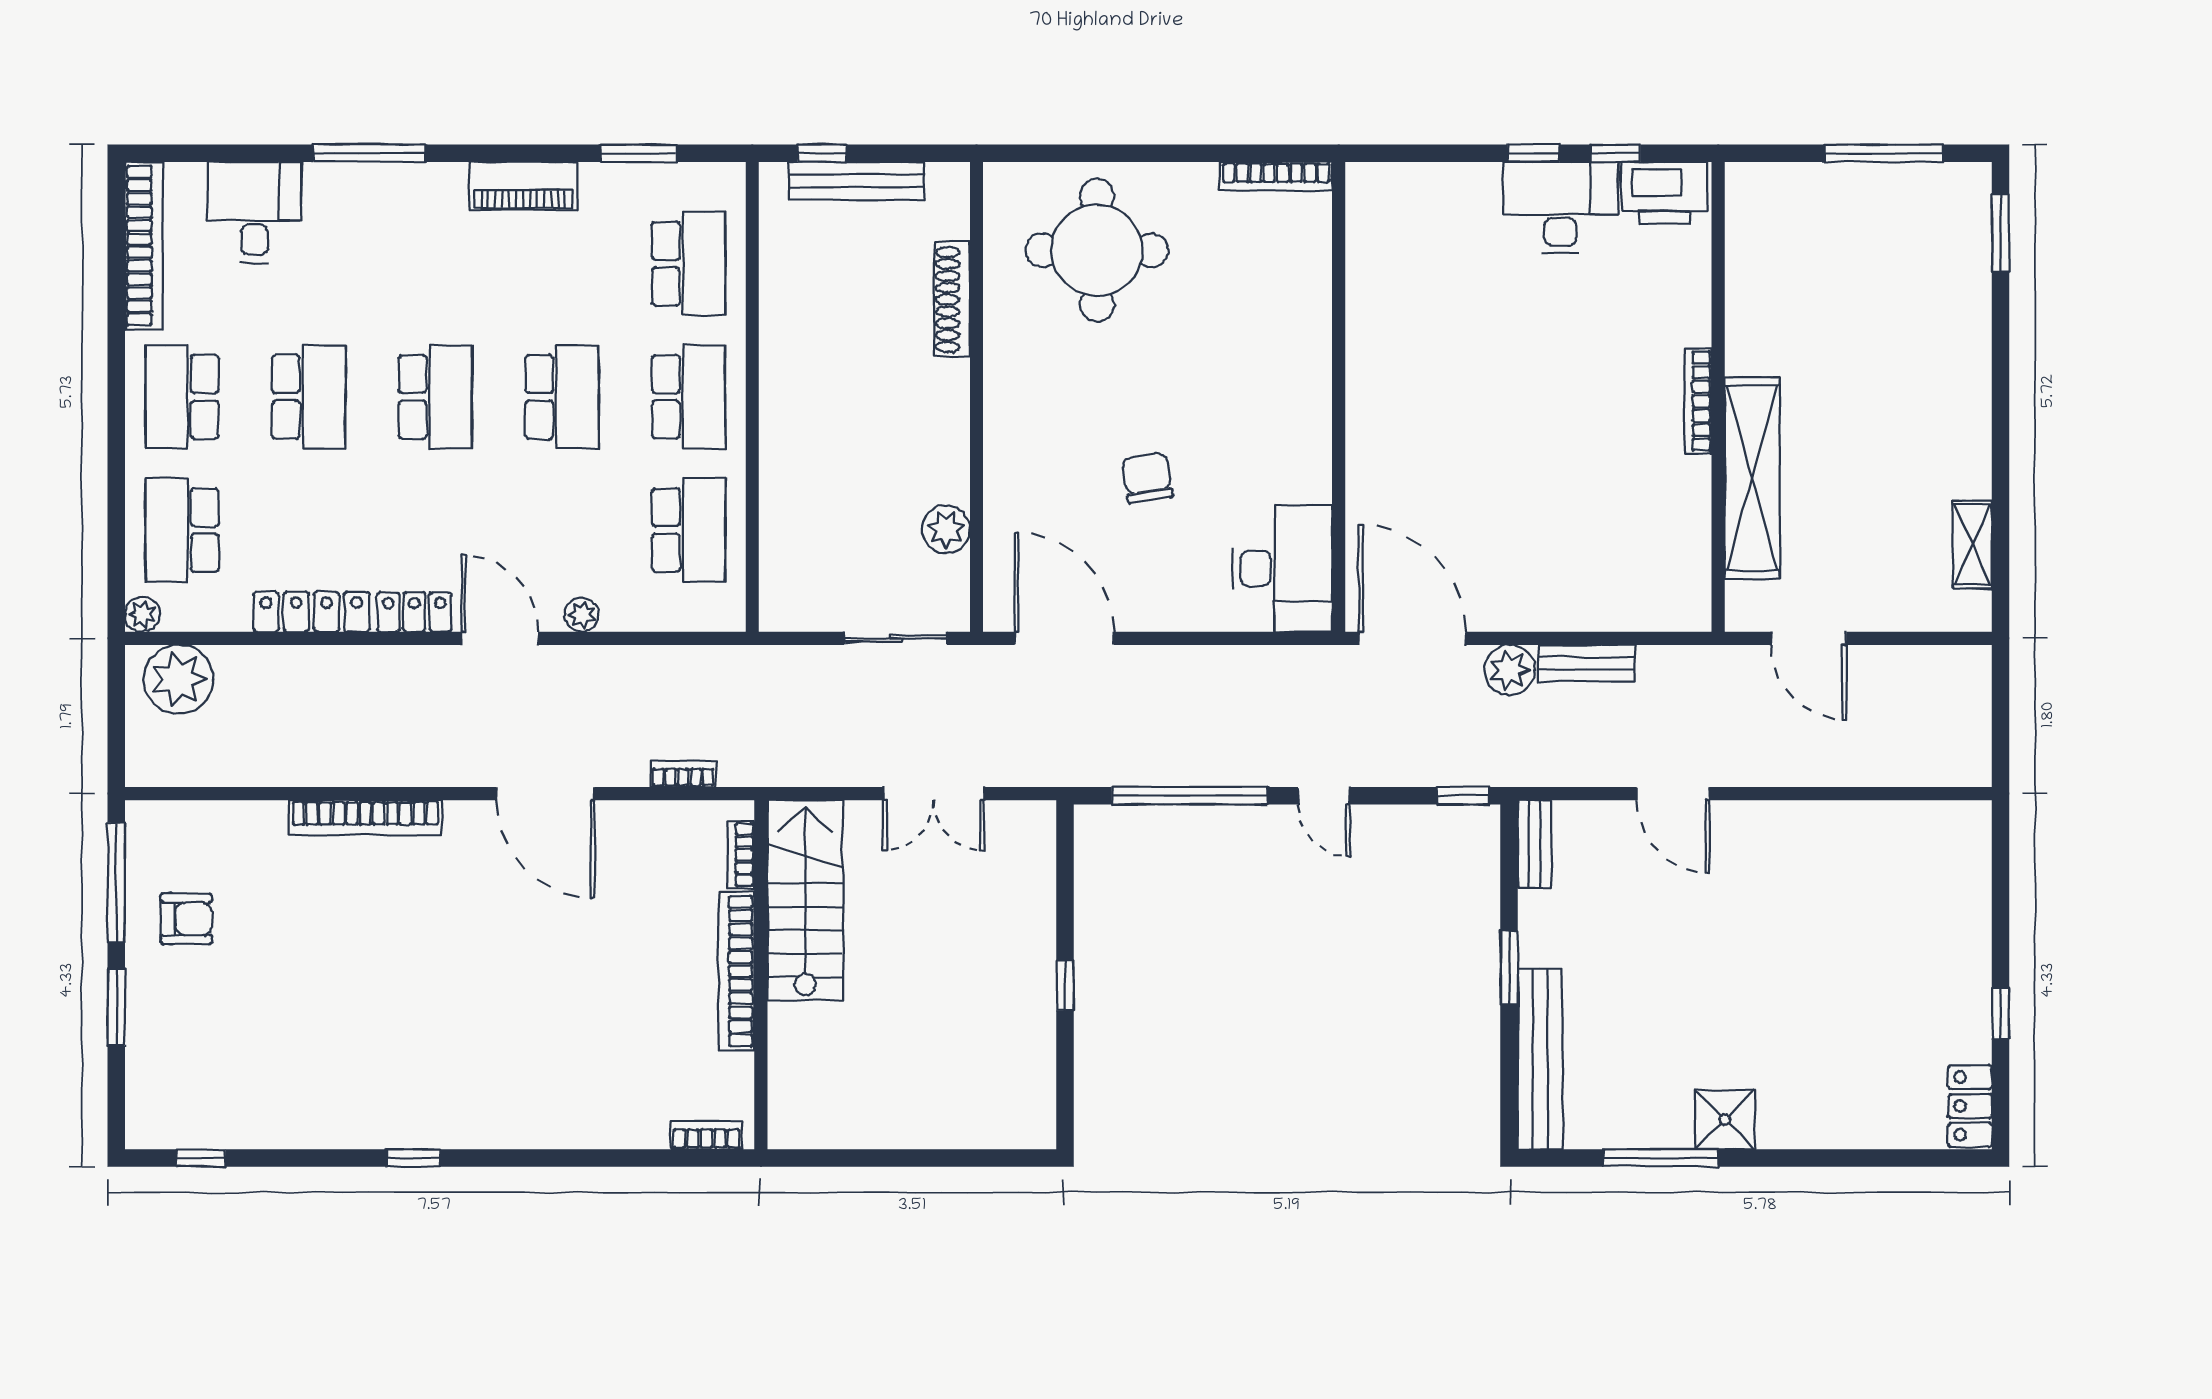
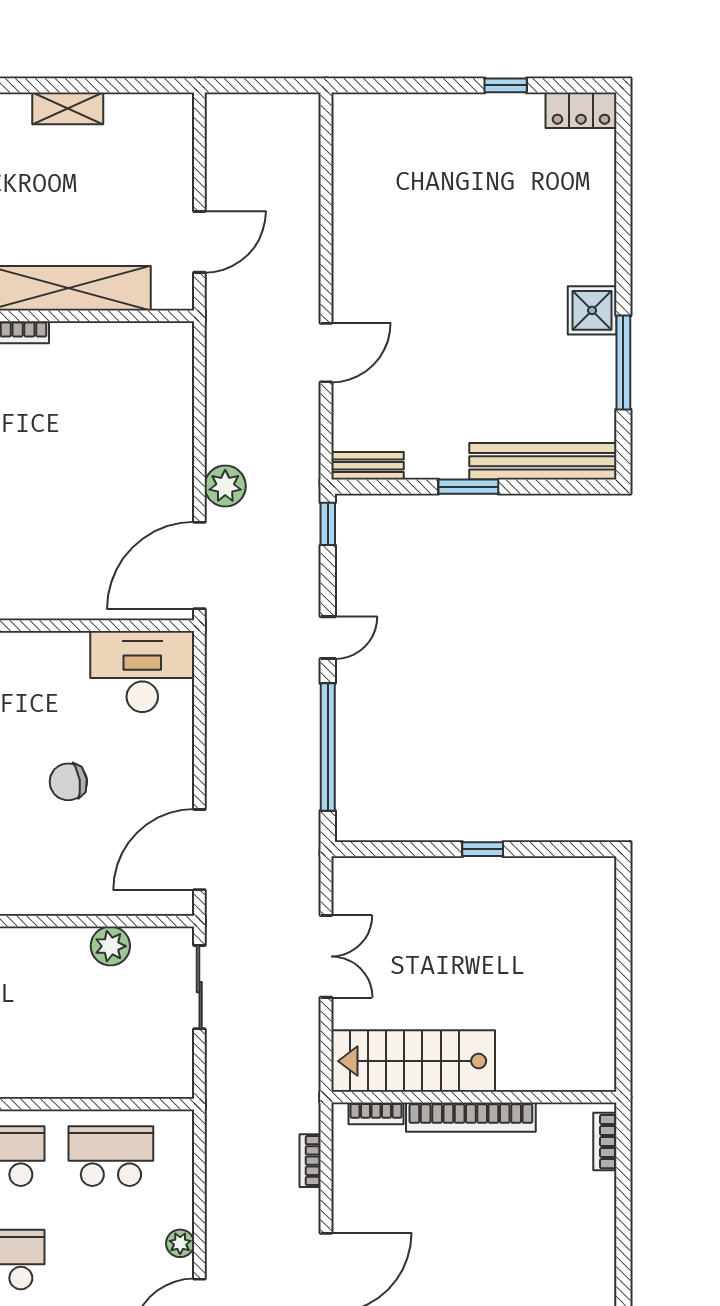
shelving: (1972, 544) -> (68, 108), moved
bench: (1586, 663) -> (220, 423), removed

